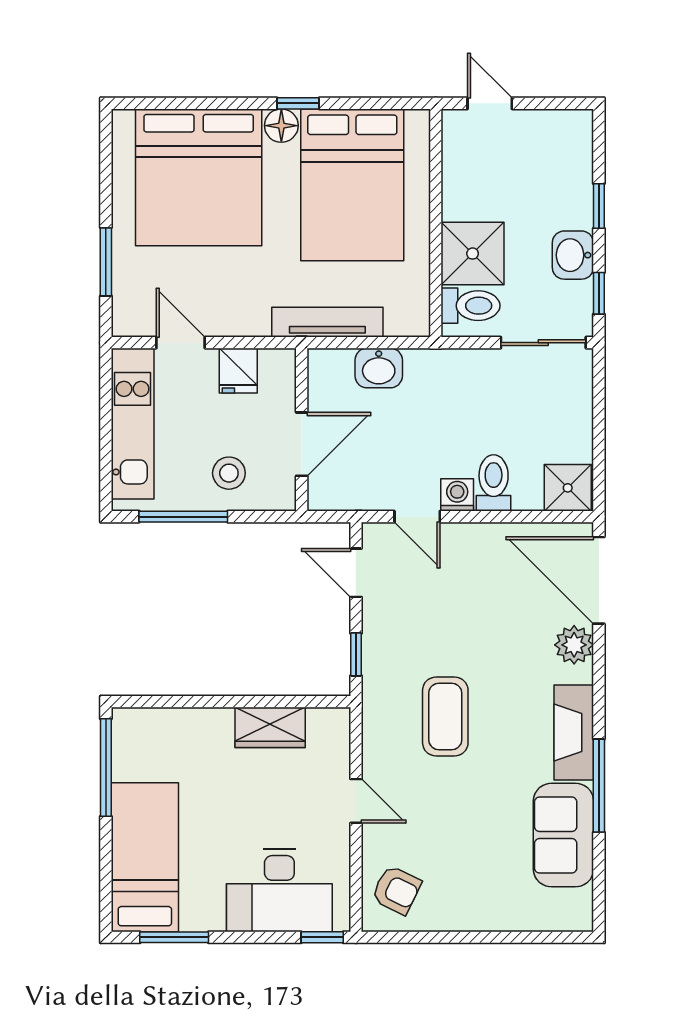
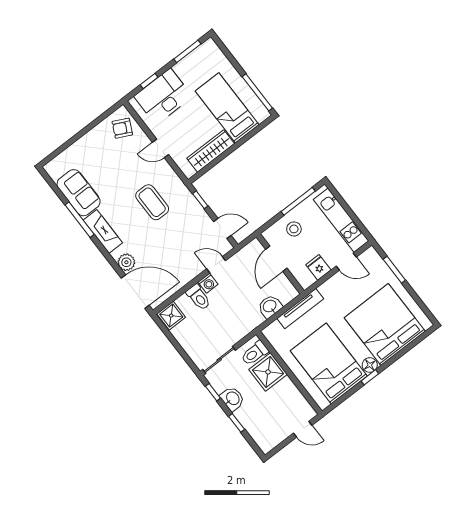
wardrobe: (270, 727) -> (211, 151), width x1.50
bed: (145, 857) -> (227, 108), moved, turned 180
window: (322, 937) -> (149, 81), moved

